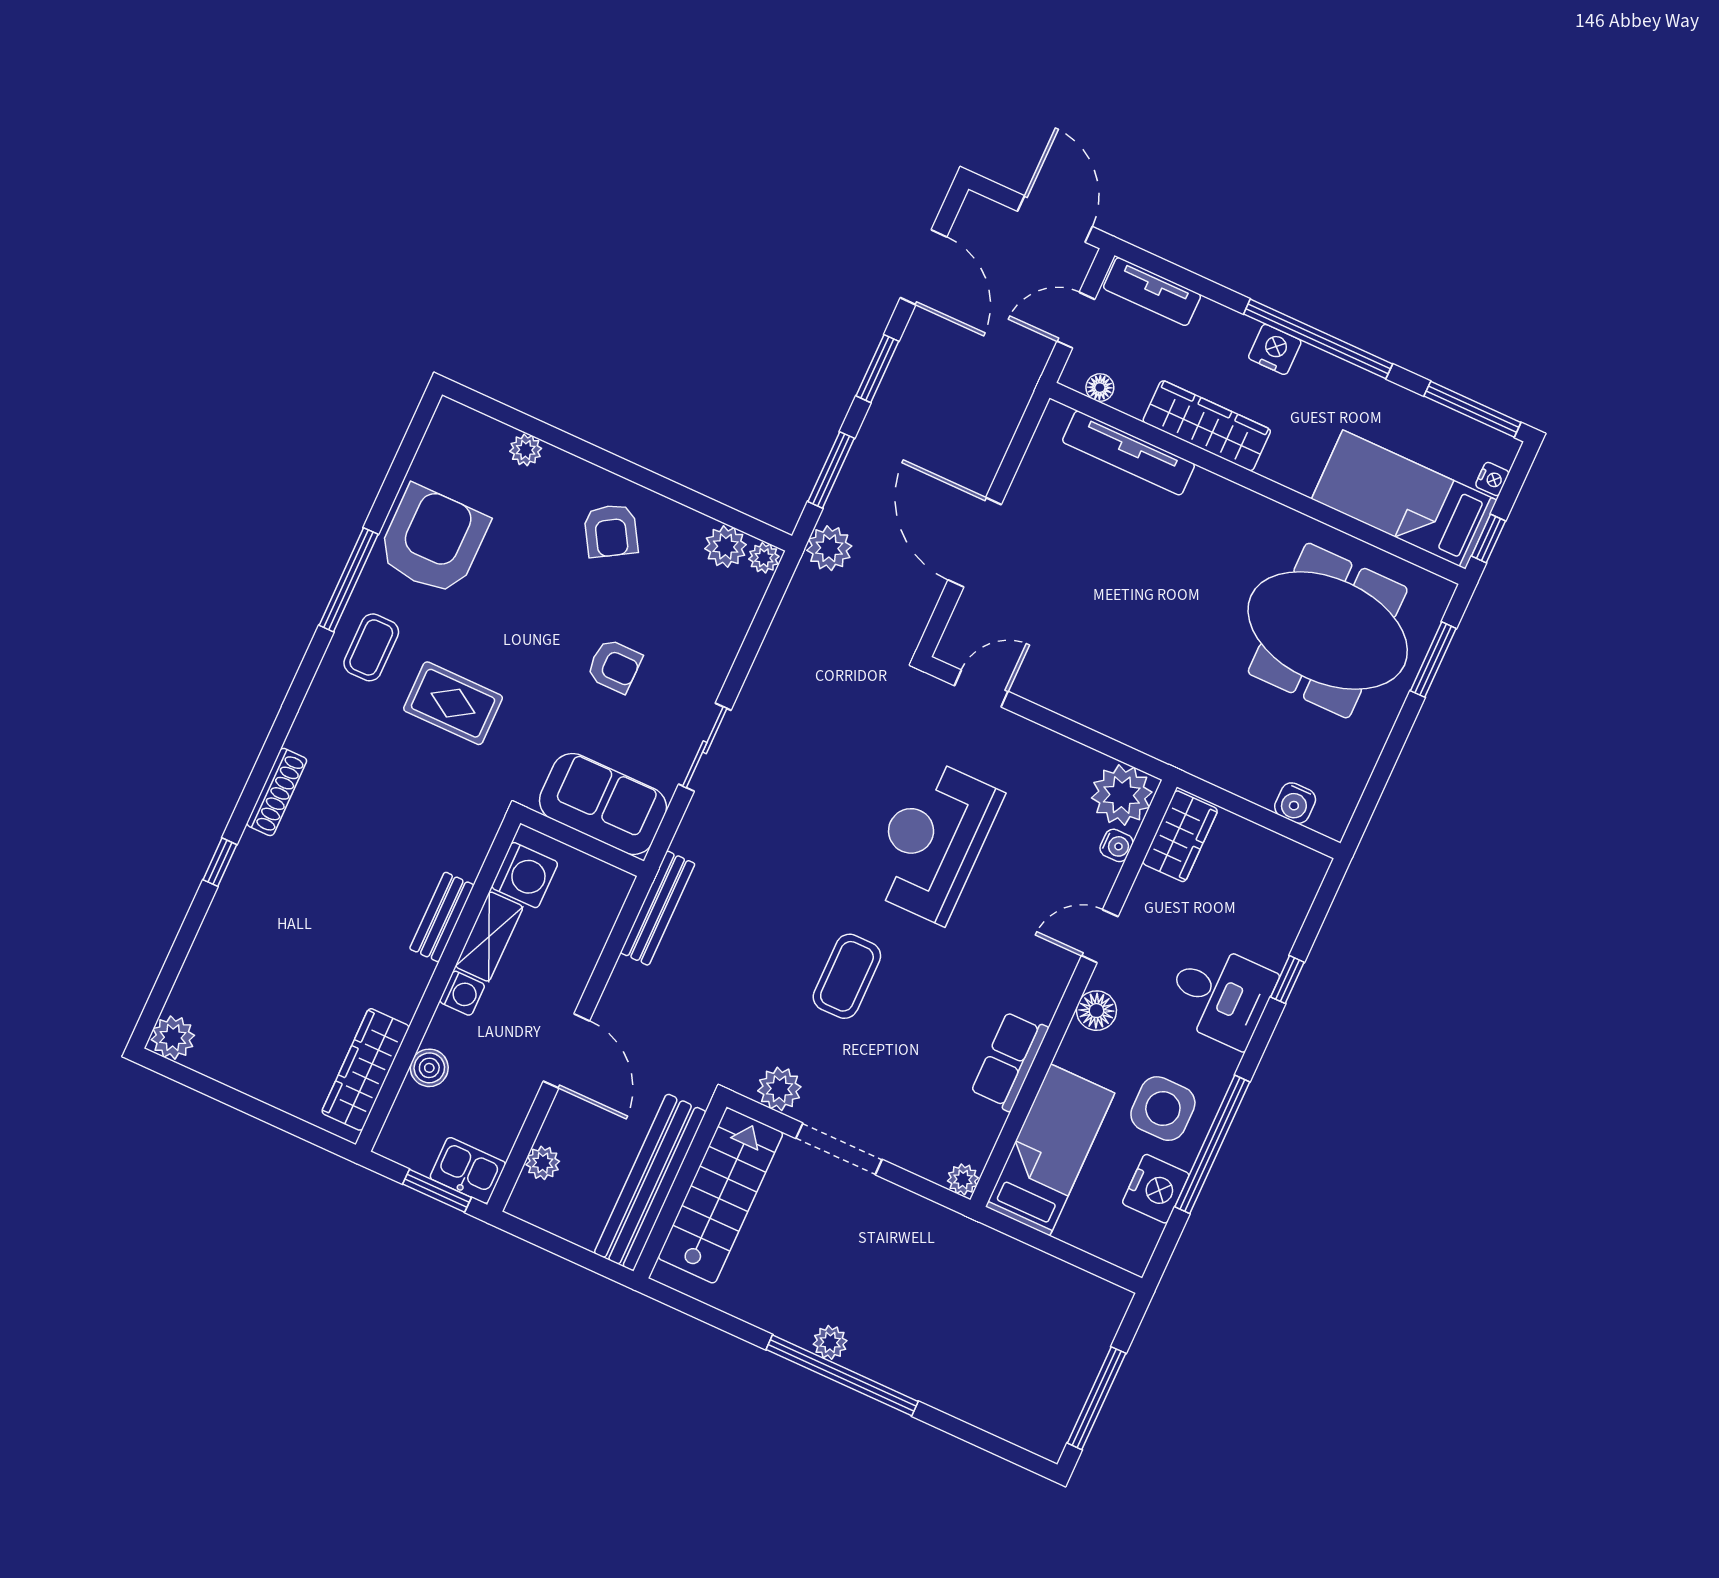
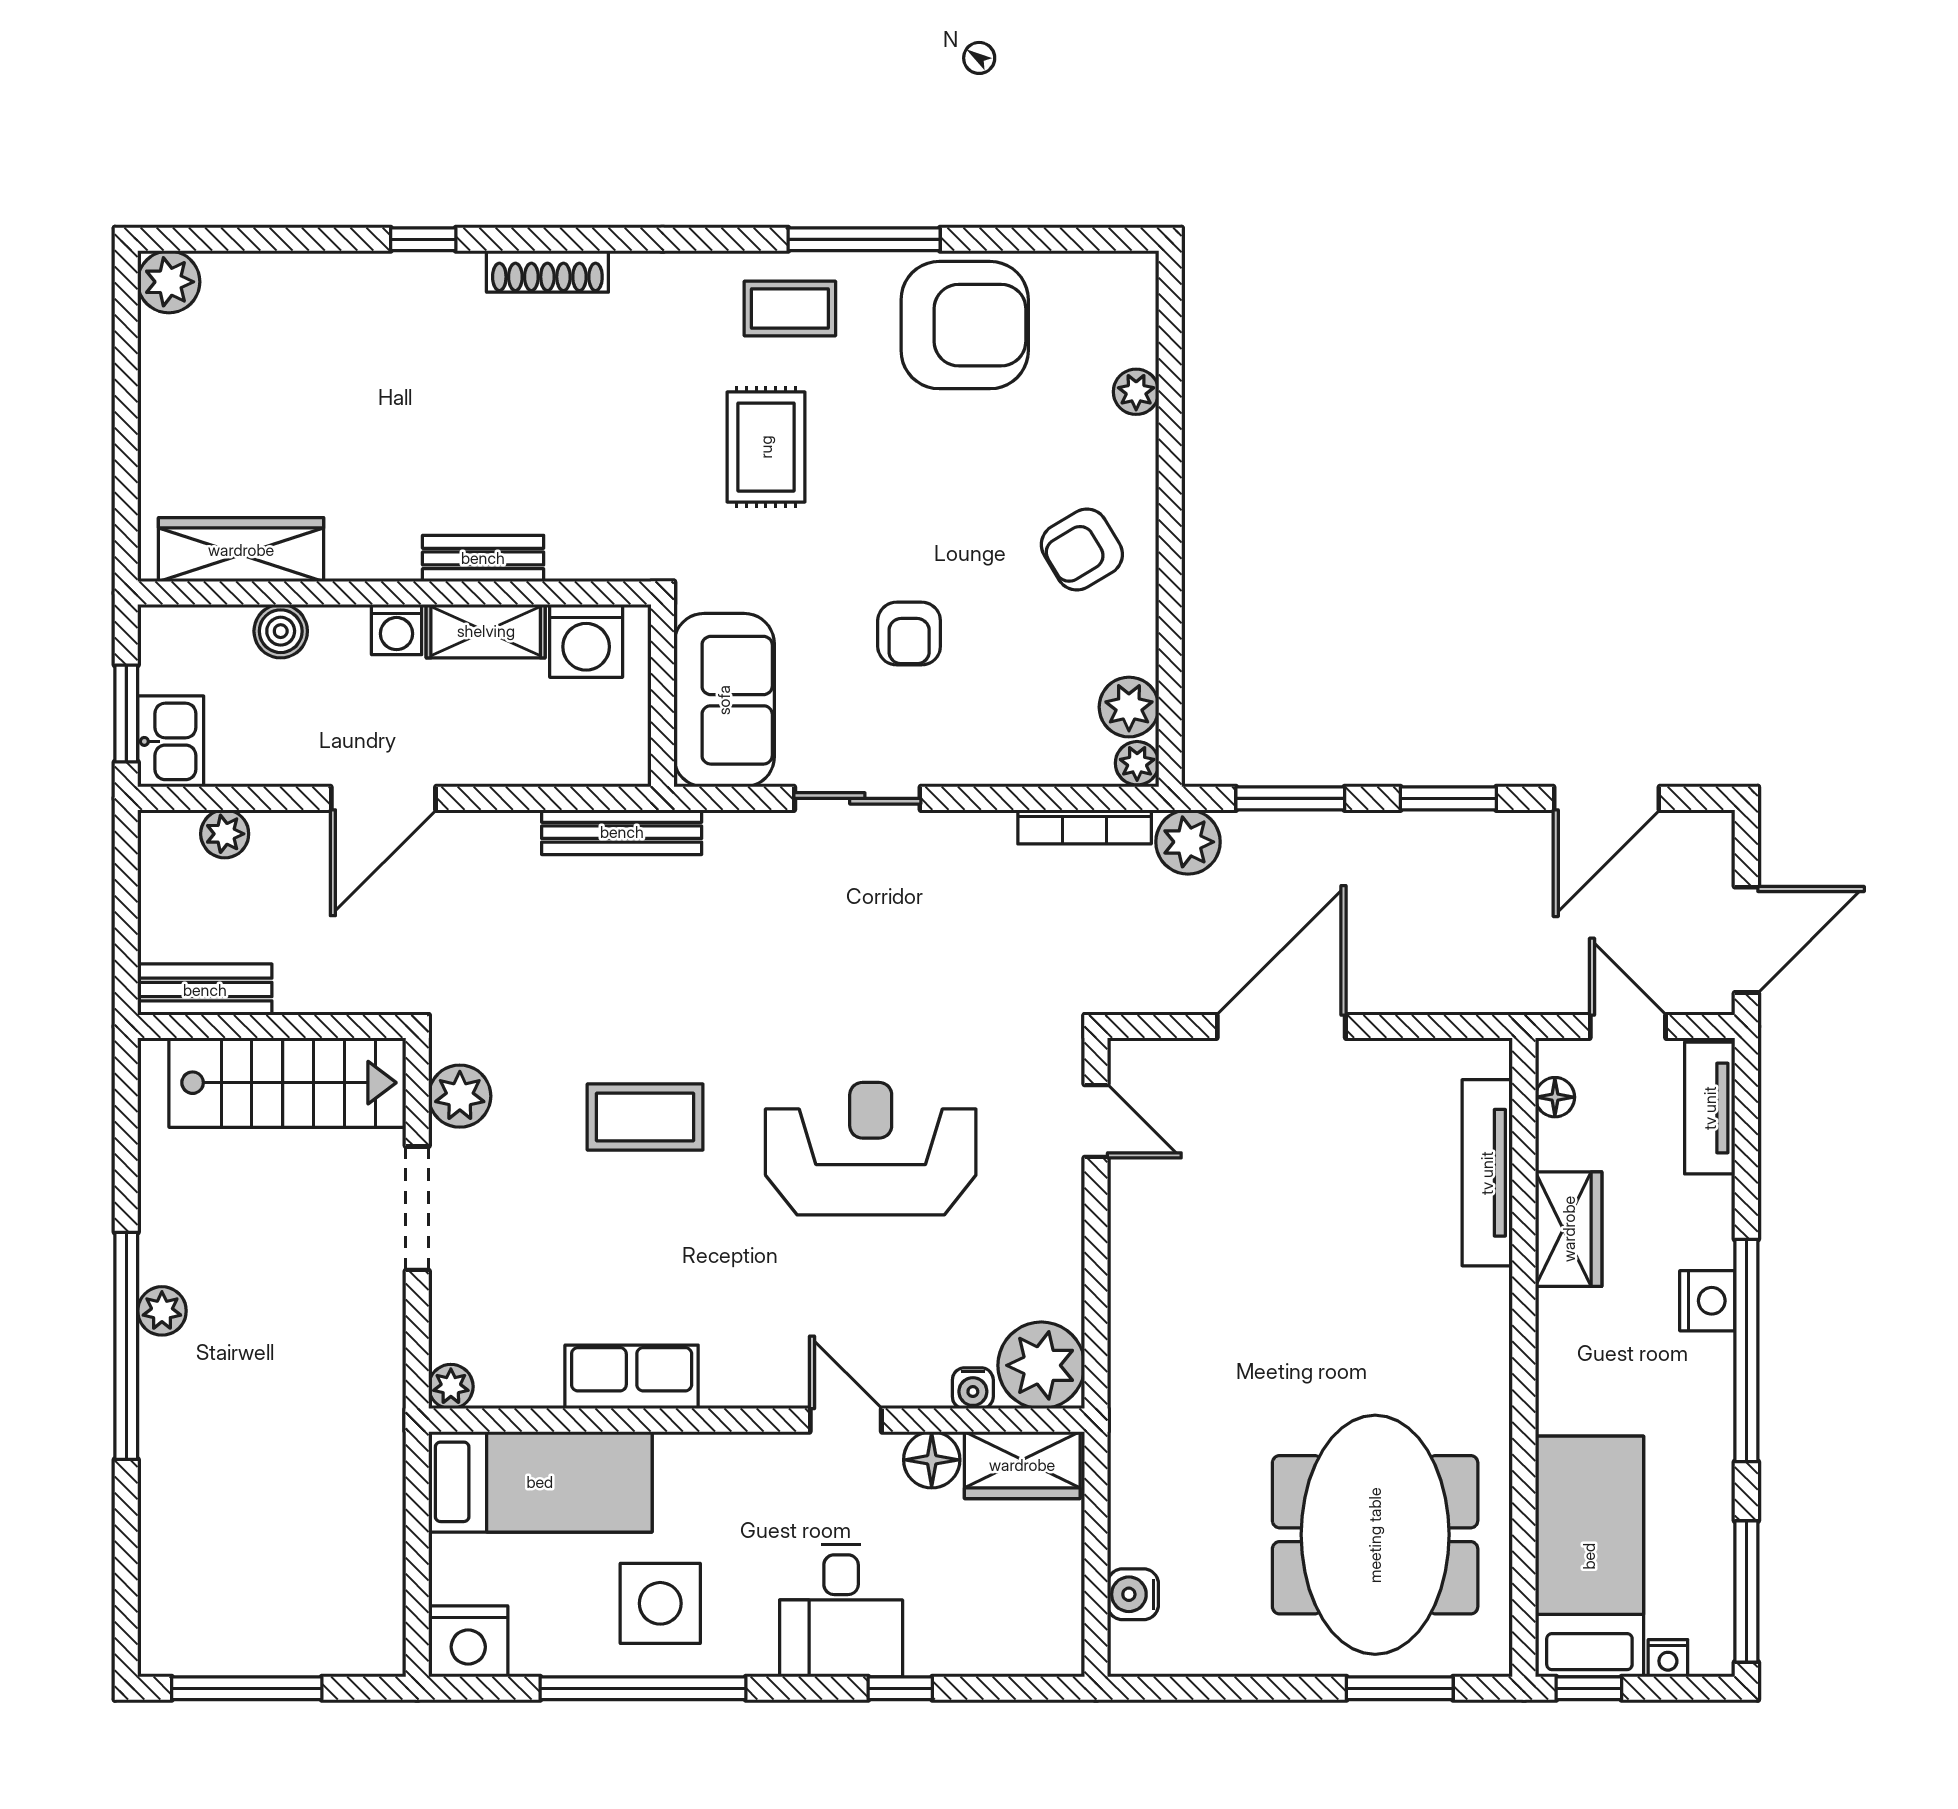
wardrobe: (1207, 426) -> (1569, 1229), width x0.67
bookcase: (789, 610) -> (1085, 827), added
floor lamp: (1096, 1011) -> (932, 1460), moved
bench: (650, 1182) -> (205, 990), width x0.54, depth x0.82
nightstand: (1156, 1189) -> (468, 1641), moved

